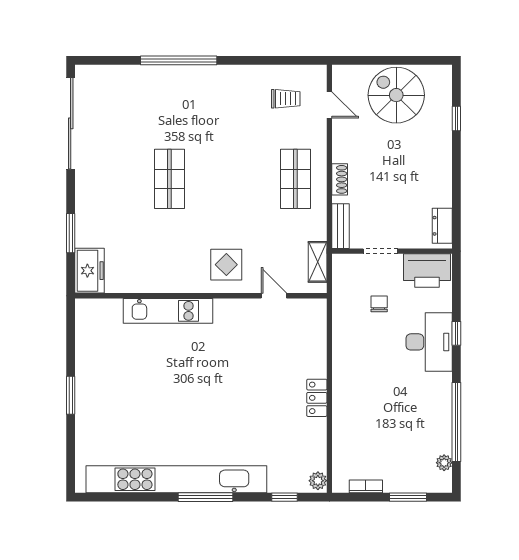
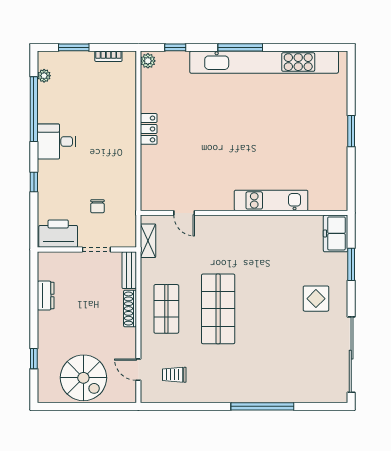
shop shelf: (169, 179) -> (218, 309), moved, width x1.43, depth x1.36
shoe rack: (340, 179) -> (130, 309), width x1.43
dresser: (442, 226) -> (46, 296), moved
display table: (226, 265) -> (316, 299), moved
desk: (429, 342) -> (56, 141), moved, width x0.73

